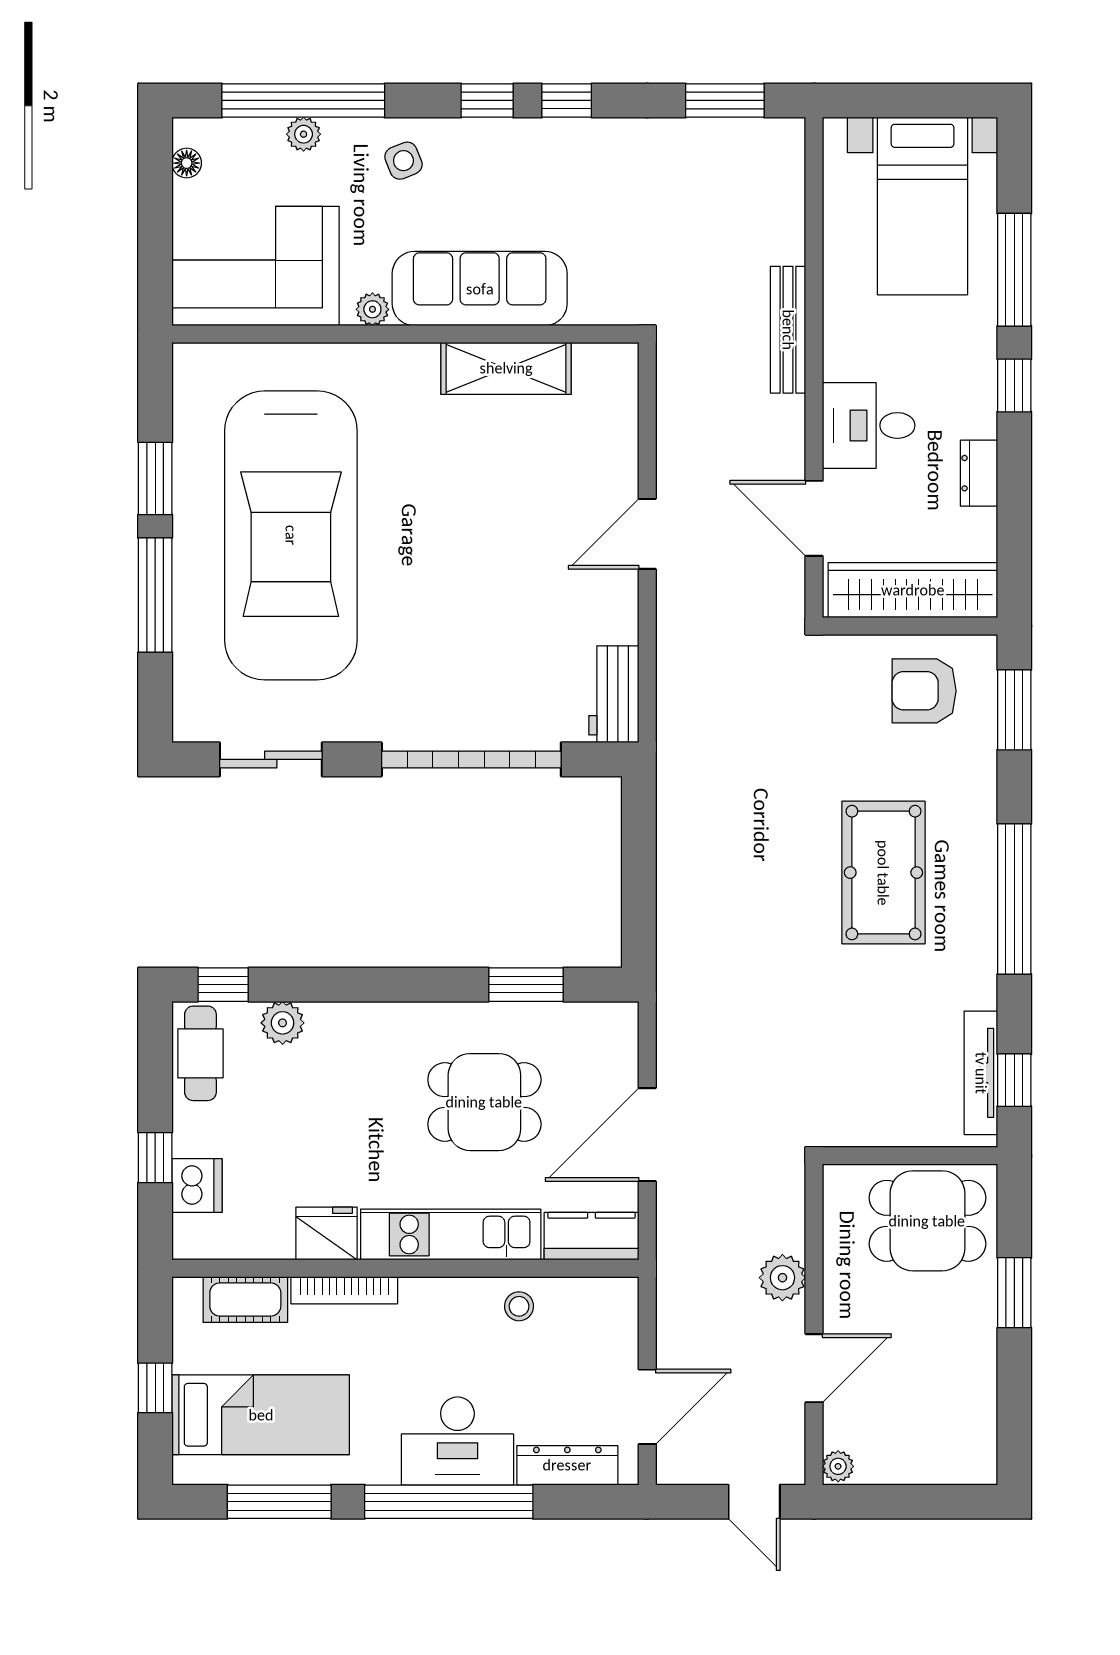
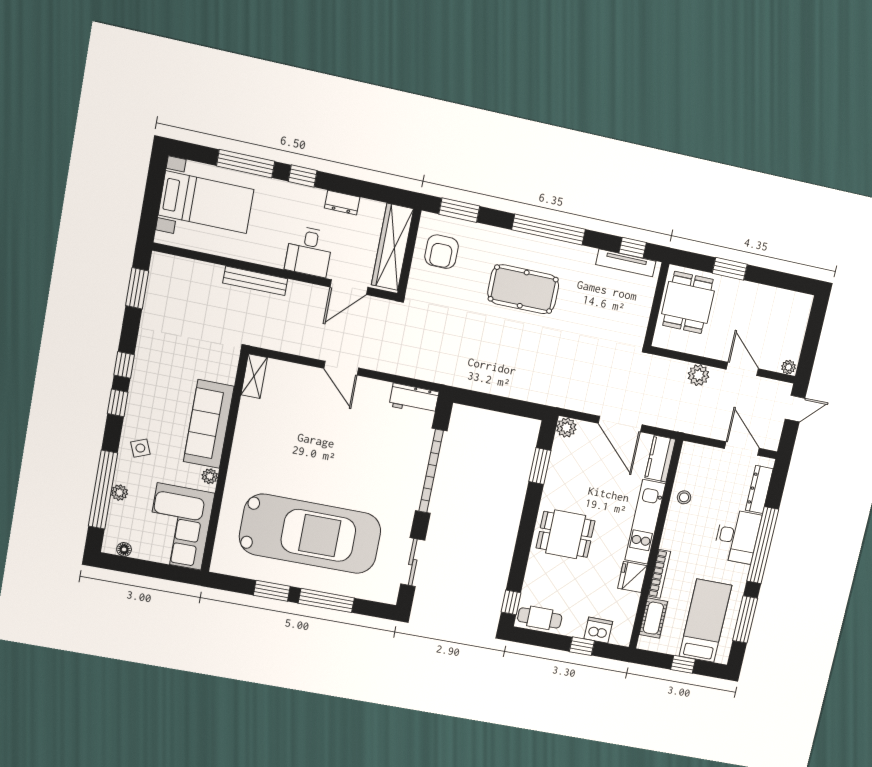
shelving: (506, 368) -> (254, 376), moved, width x0.67, depth x0.75
plant: (283, 1023) -> (566, 428), moved
dining table: (484, 1102) -> (566, 534), moved, turned 90

